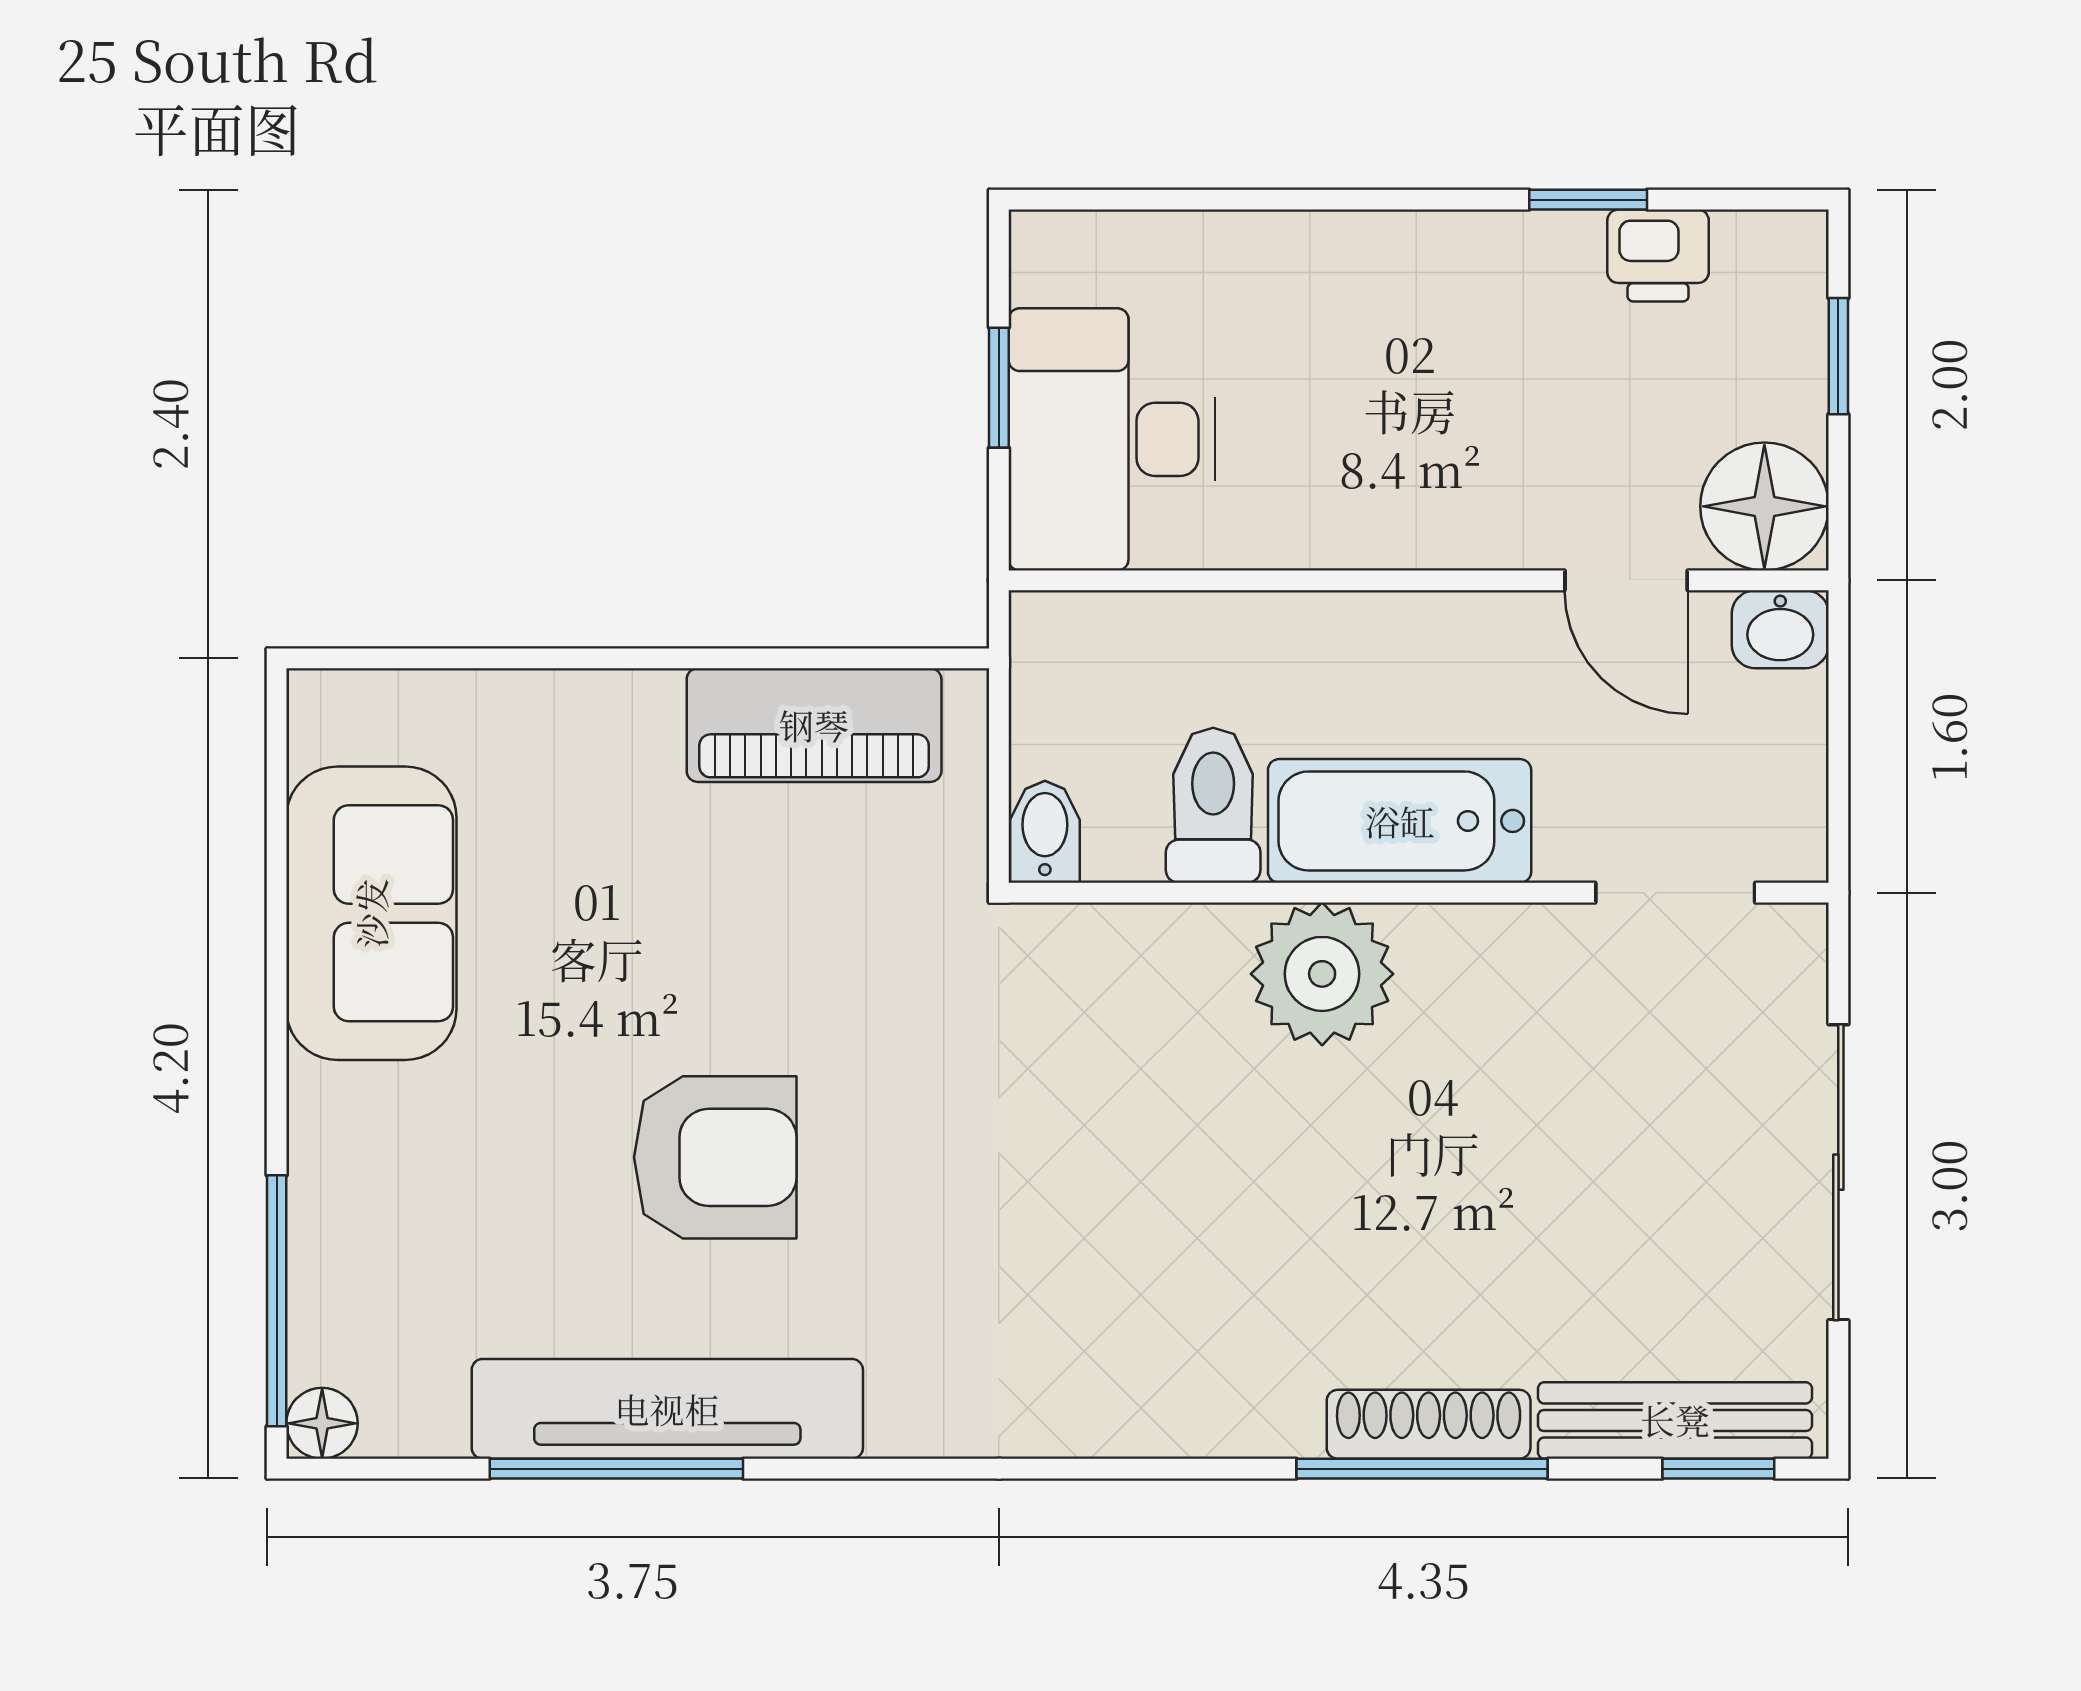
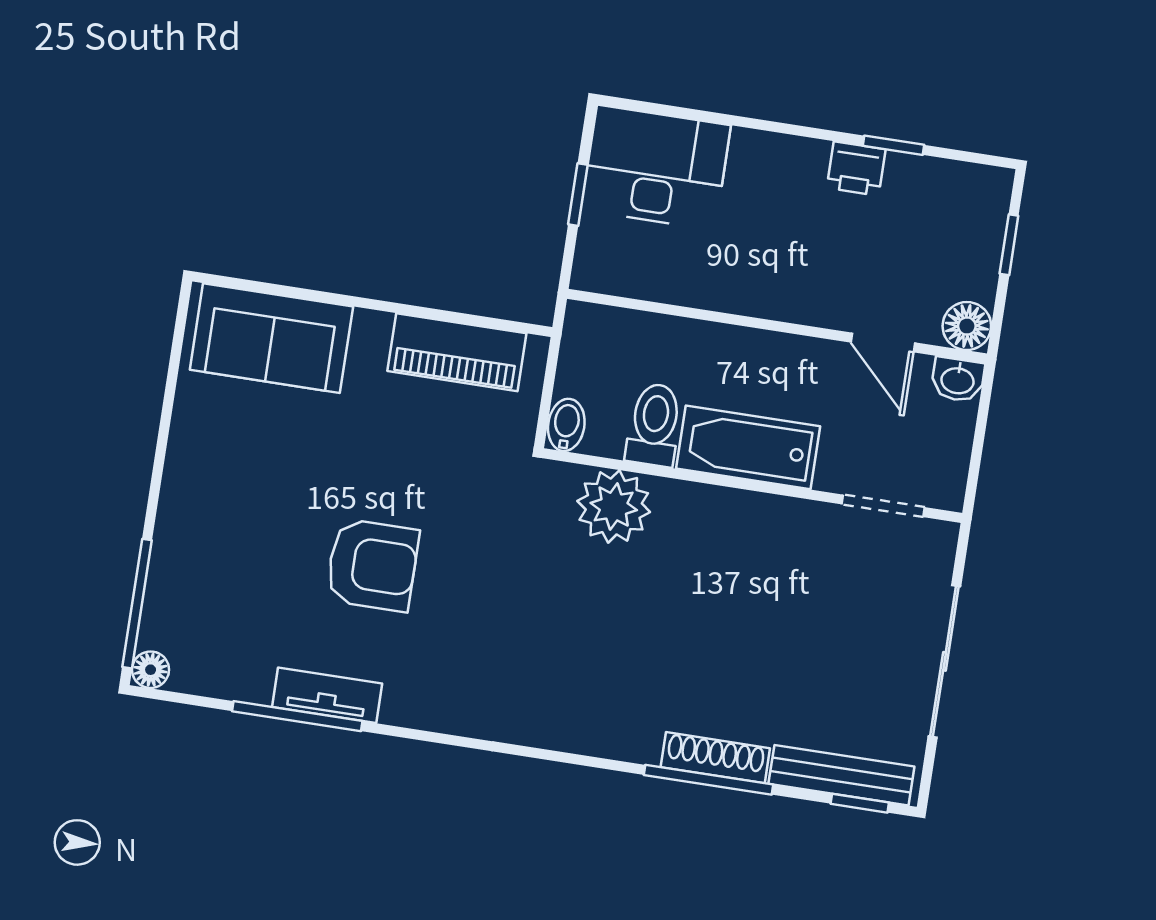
printer: (1658, 256) -> (856, 169), moved
desk: (1112, 439) -> (656, 167), moved, turned 90
floor lamp: (1764, 506) -> (967, 326), width x0.73, depth x0.73
sofa: (371, 913) -> (271, 338), moved, turned 90
plant: (1322, 974) -> (614, 507), moved
tv unit: (667, 1409) -> (327, 695), width x0.52, depth x0.78

